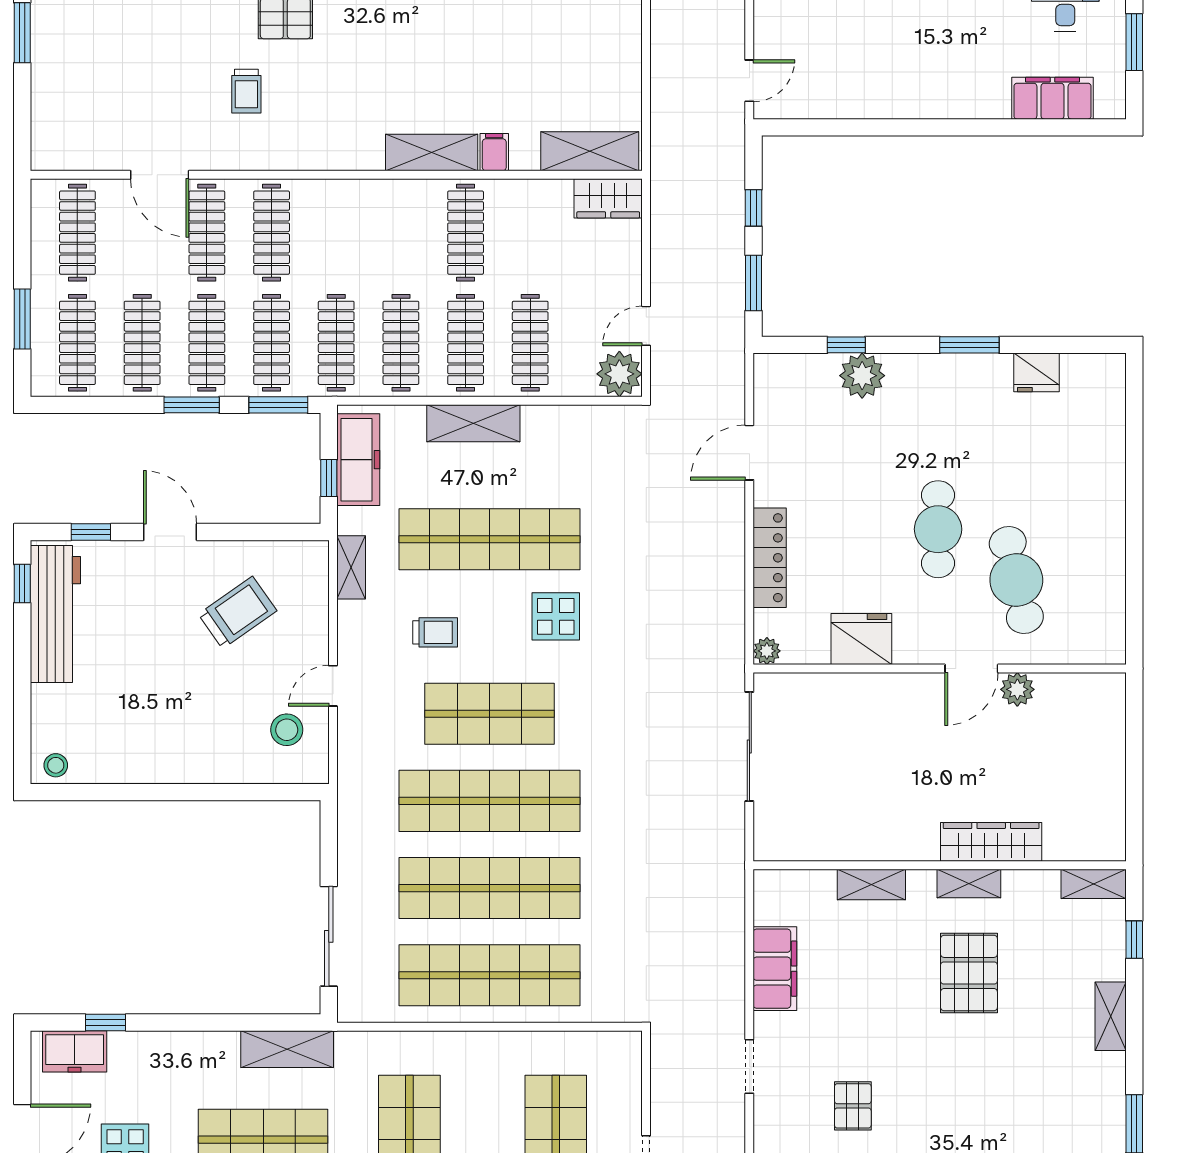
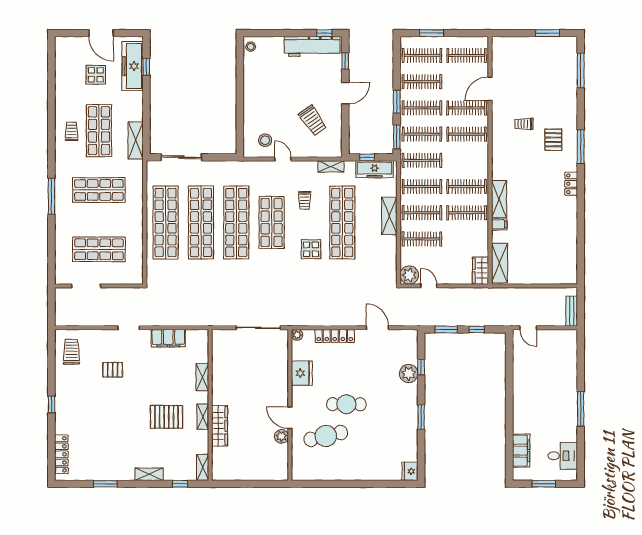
clothes rail: (401, 233) -> (467, 187), added
fridge: (1037, 372) -> (410, 471), moved
freezer: (75, 1051) -> (133, 66), width x1.91, depth x1.26

